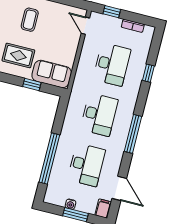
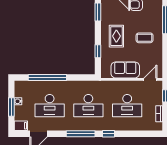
window: (148, 73) -> (108, 134), moved
sofa: (52, 74) -> (125, 70), moved, turned -90

